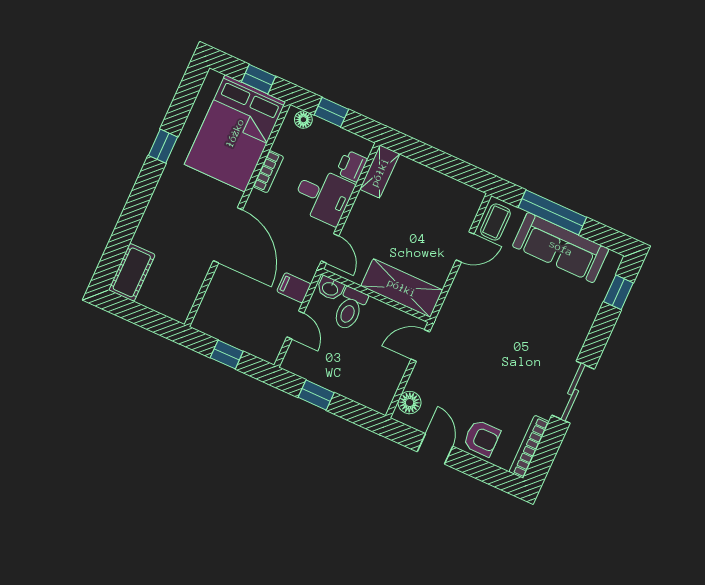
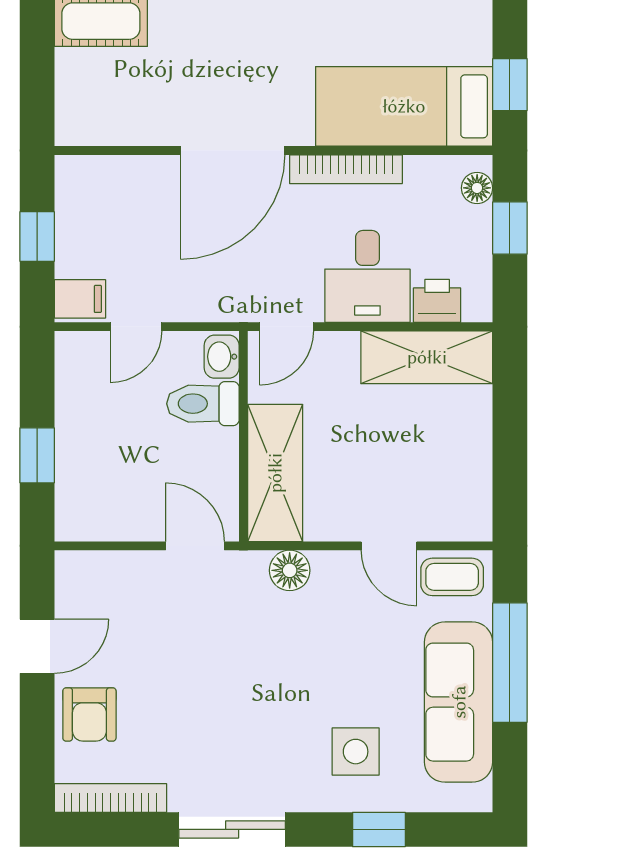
bed: (235, 133) -> (404, 106), width x0.67
bookcase: (268, 172) -> (346, 169), width x1.56
shelving: (380, 172) -> (427, 357), width x1.50, depth x1.33
filing cabinet: (294, 288) -> (80, 299), moved, turned 90
window: (618, 292) -> (379, 829), moved
side table: (562, 311) -> (356, 752), added
window: (316, 395) -> (37, 455), moved
floor lamp: (410, 403) -> (290, 570), moved

